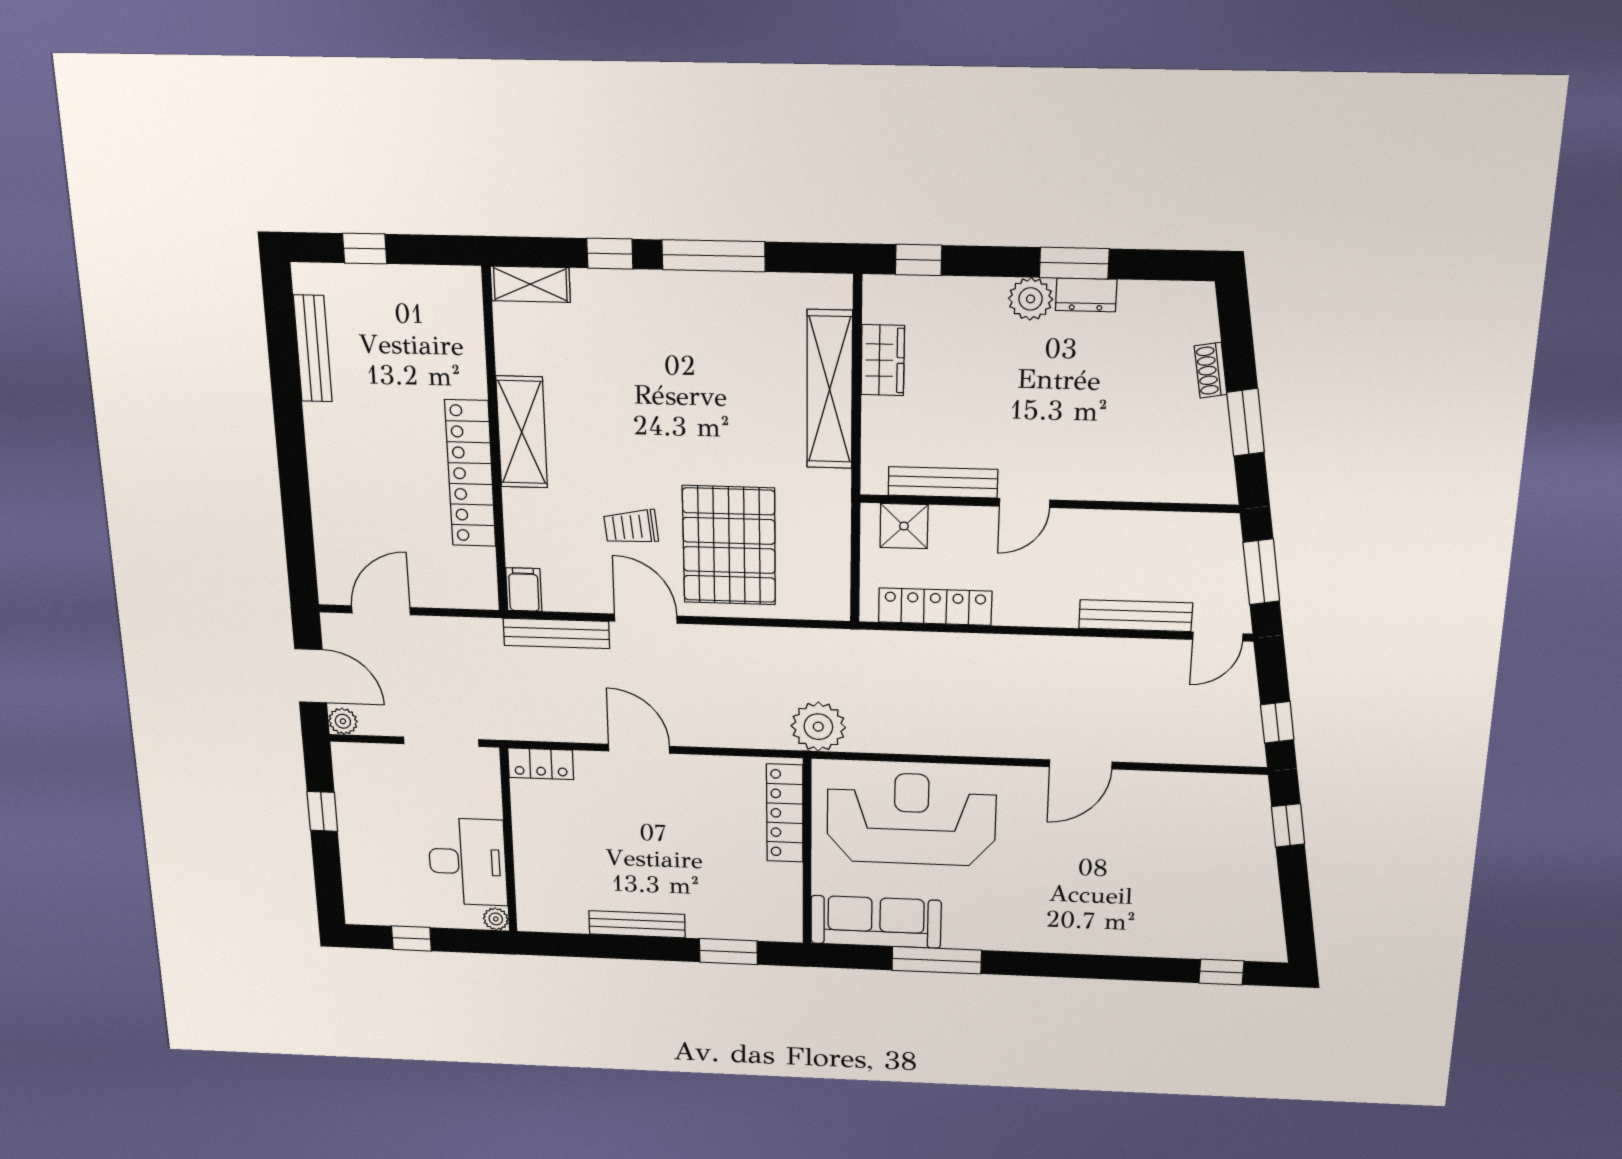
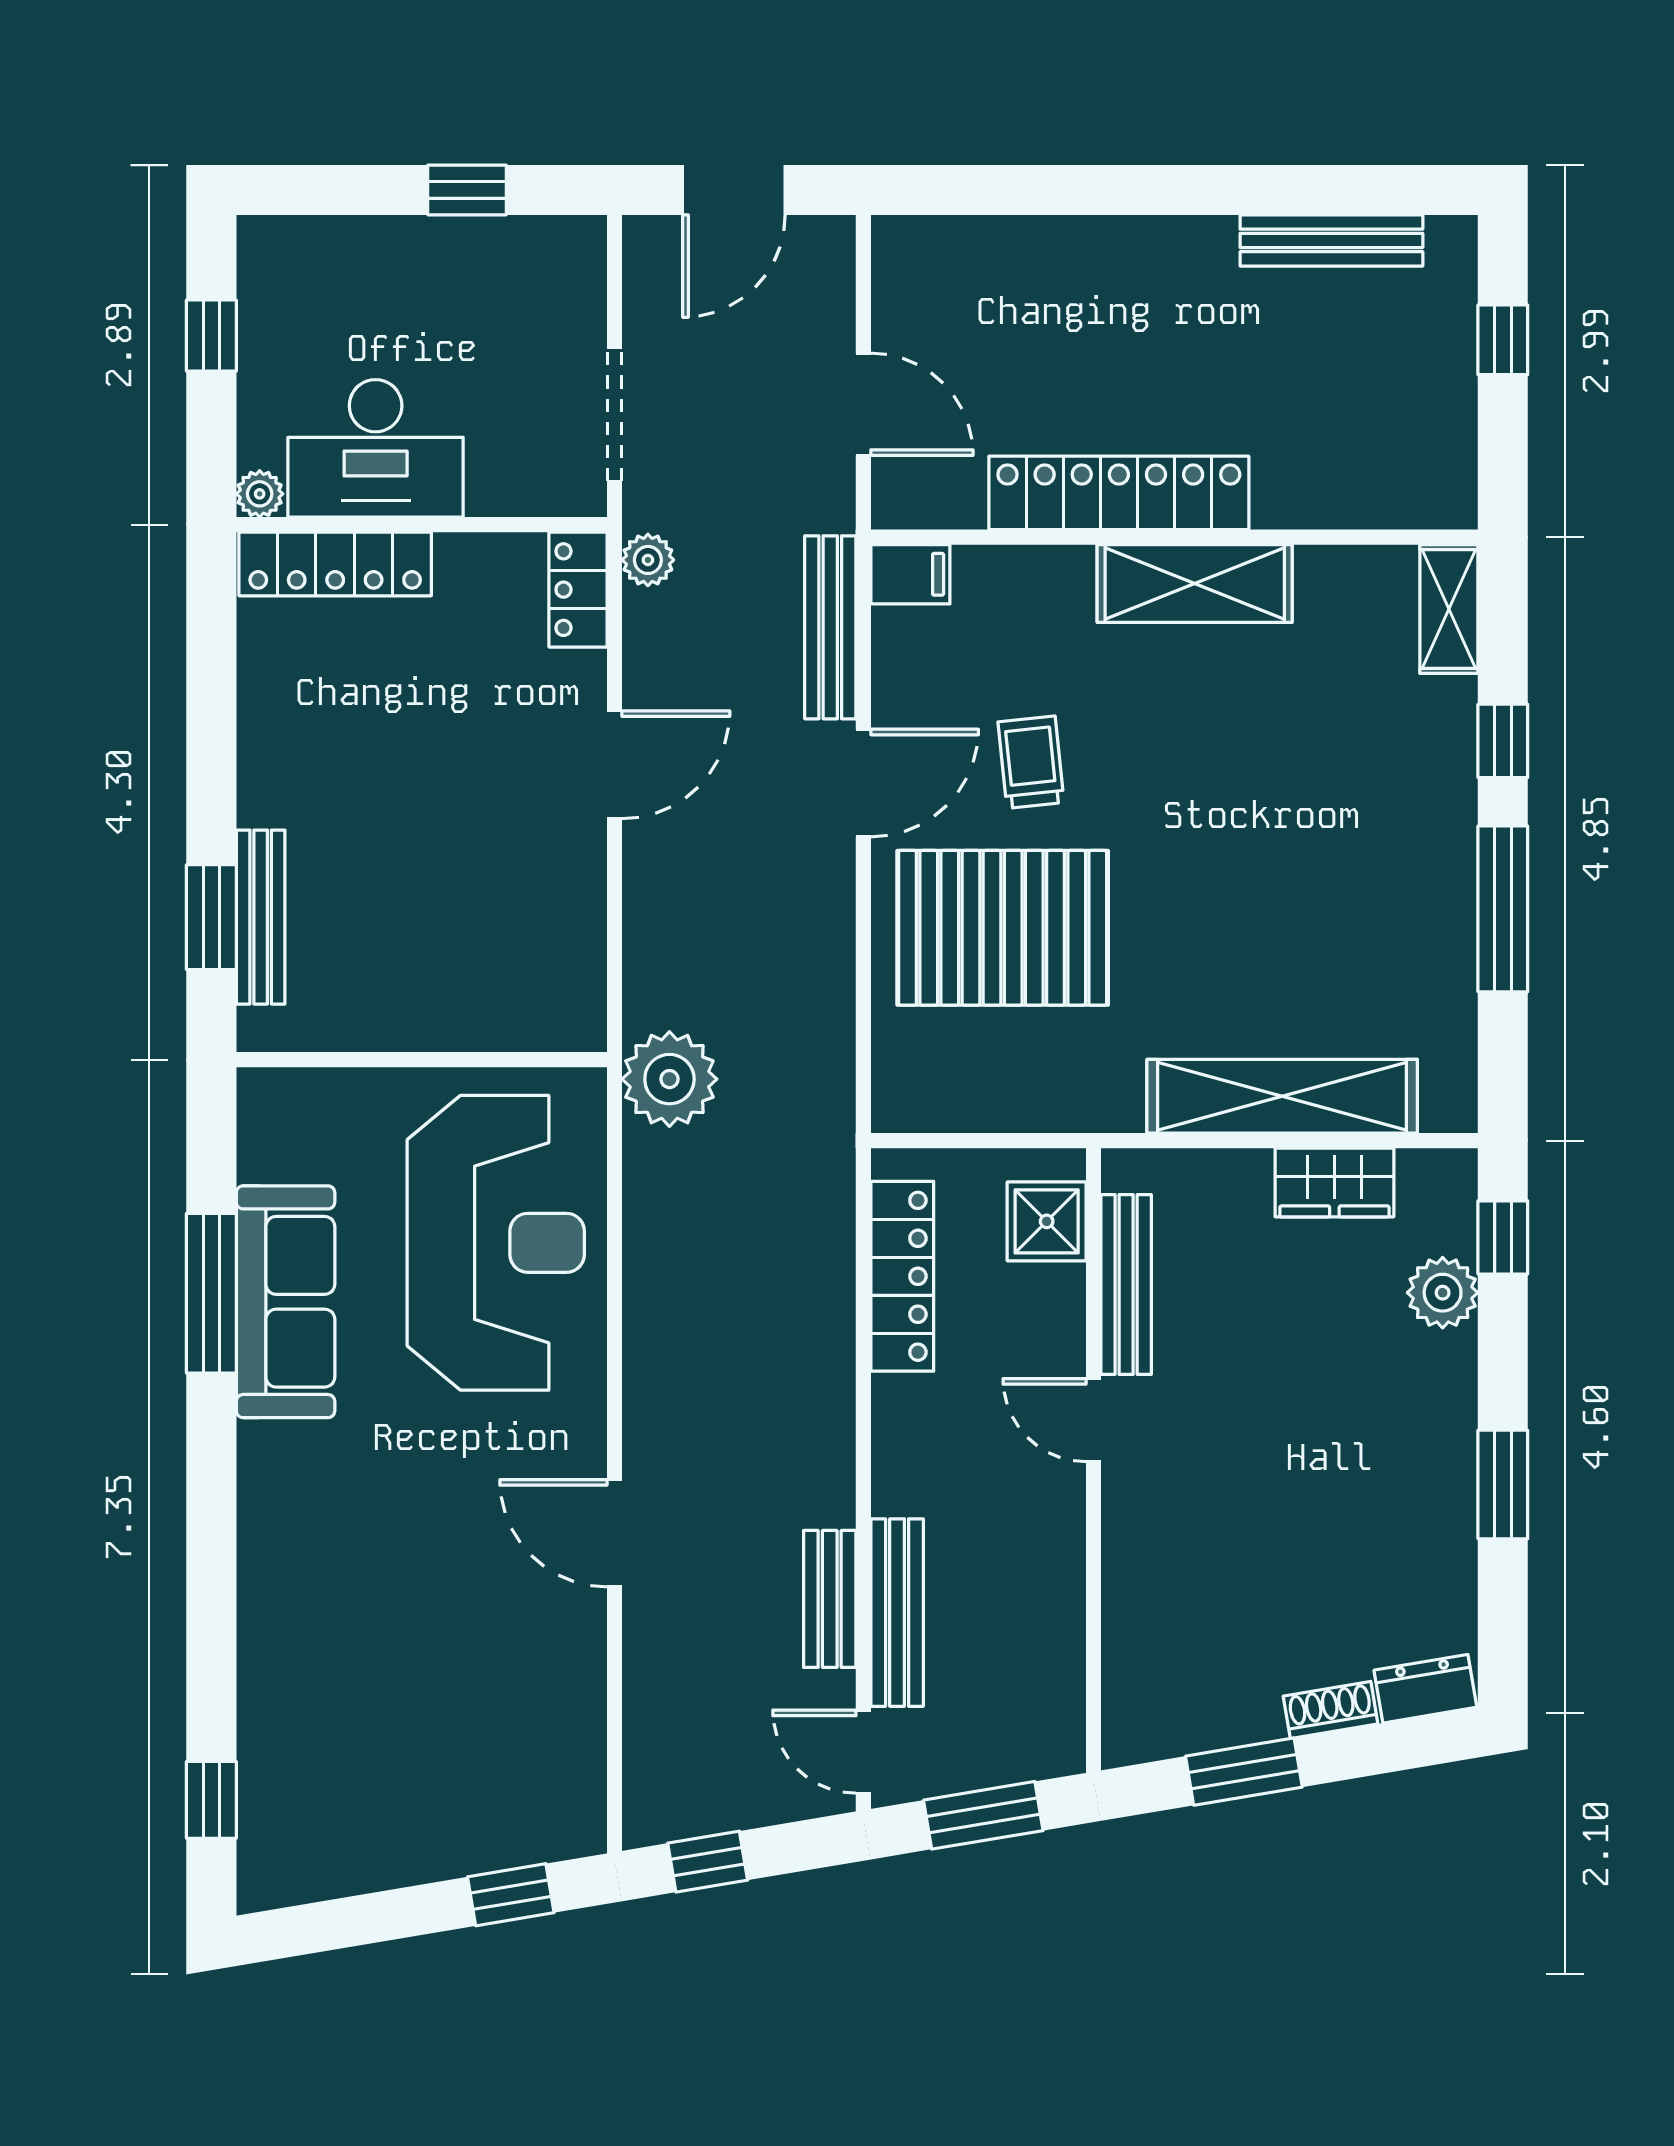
dresser: (1086, 295) -> (1425, 1689), moved, turned 80
plant: (1031, 299) -> (1443, 1293), moved
door: (381, 610) -> (863, 404), moved
bench: (1125, 652) -> (830, 1599), added
plant: (343, 721) -> (648, 560), moved
locker: (785, 813) -> (335, 564), moved, turned 180
sofa: (876, 922) -> (286, 1302), moved
bench: (637, 924) -> (261, 917), moved

